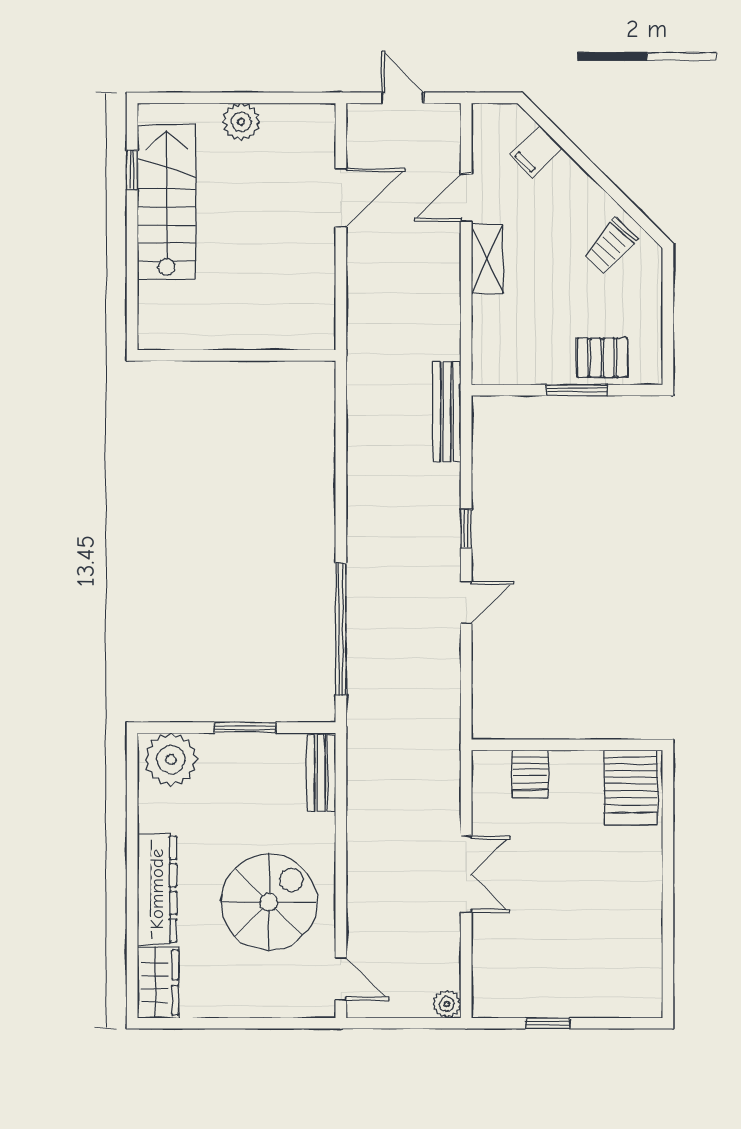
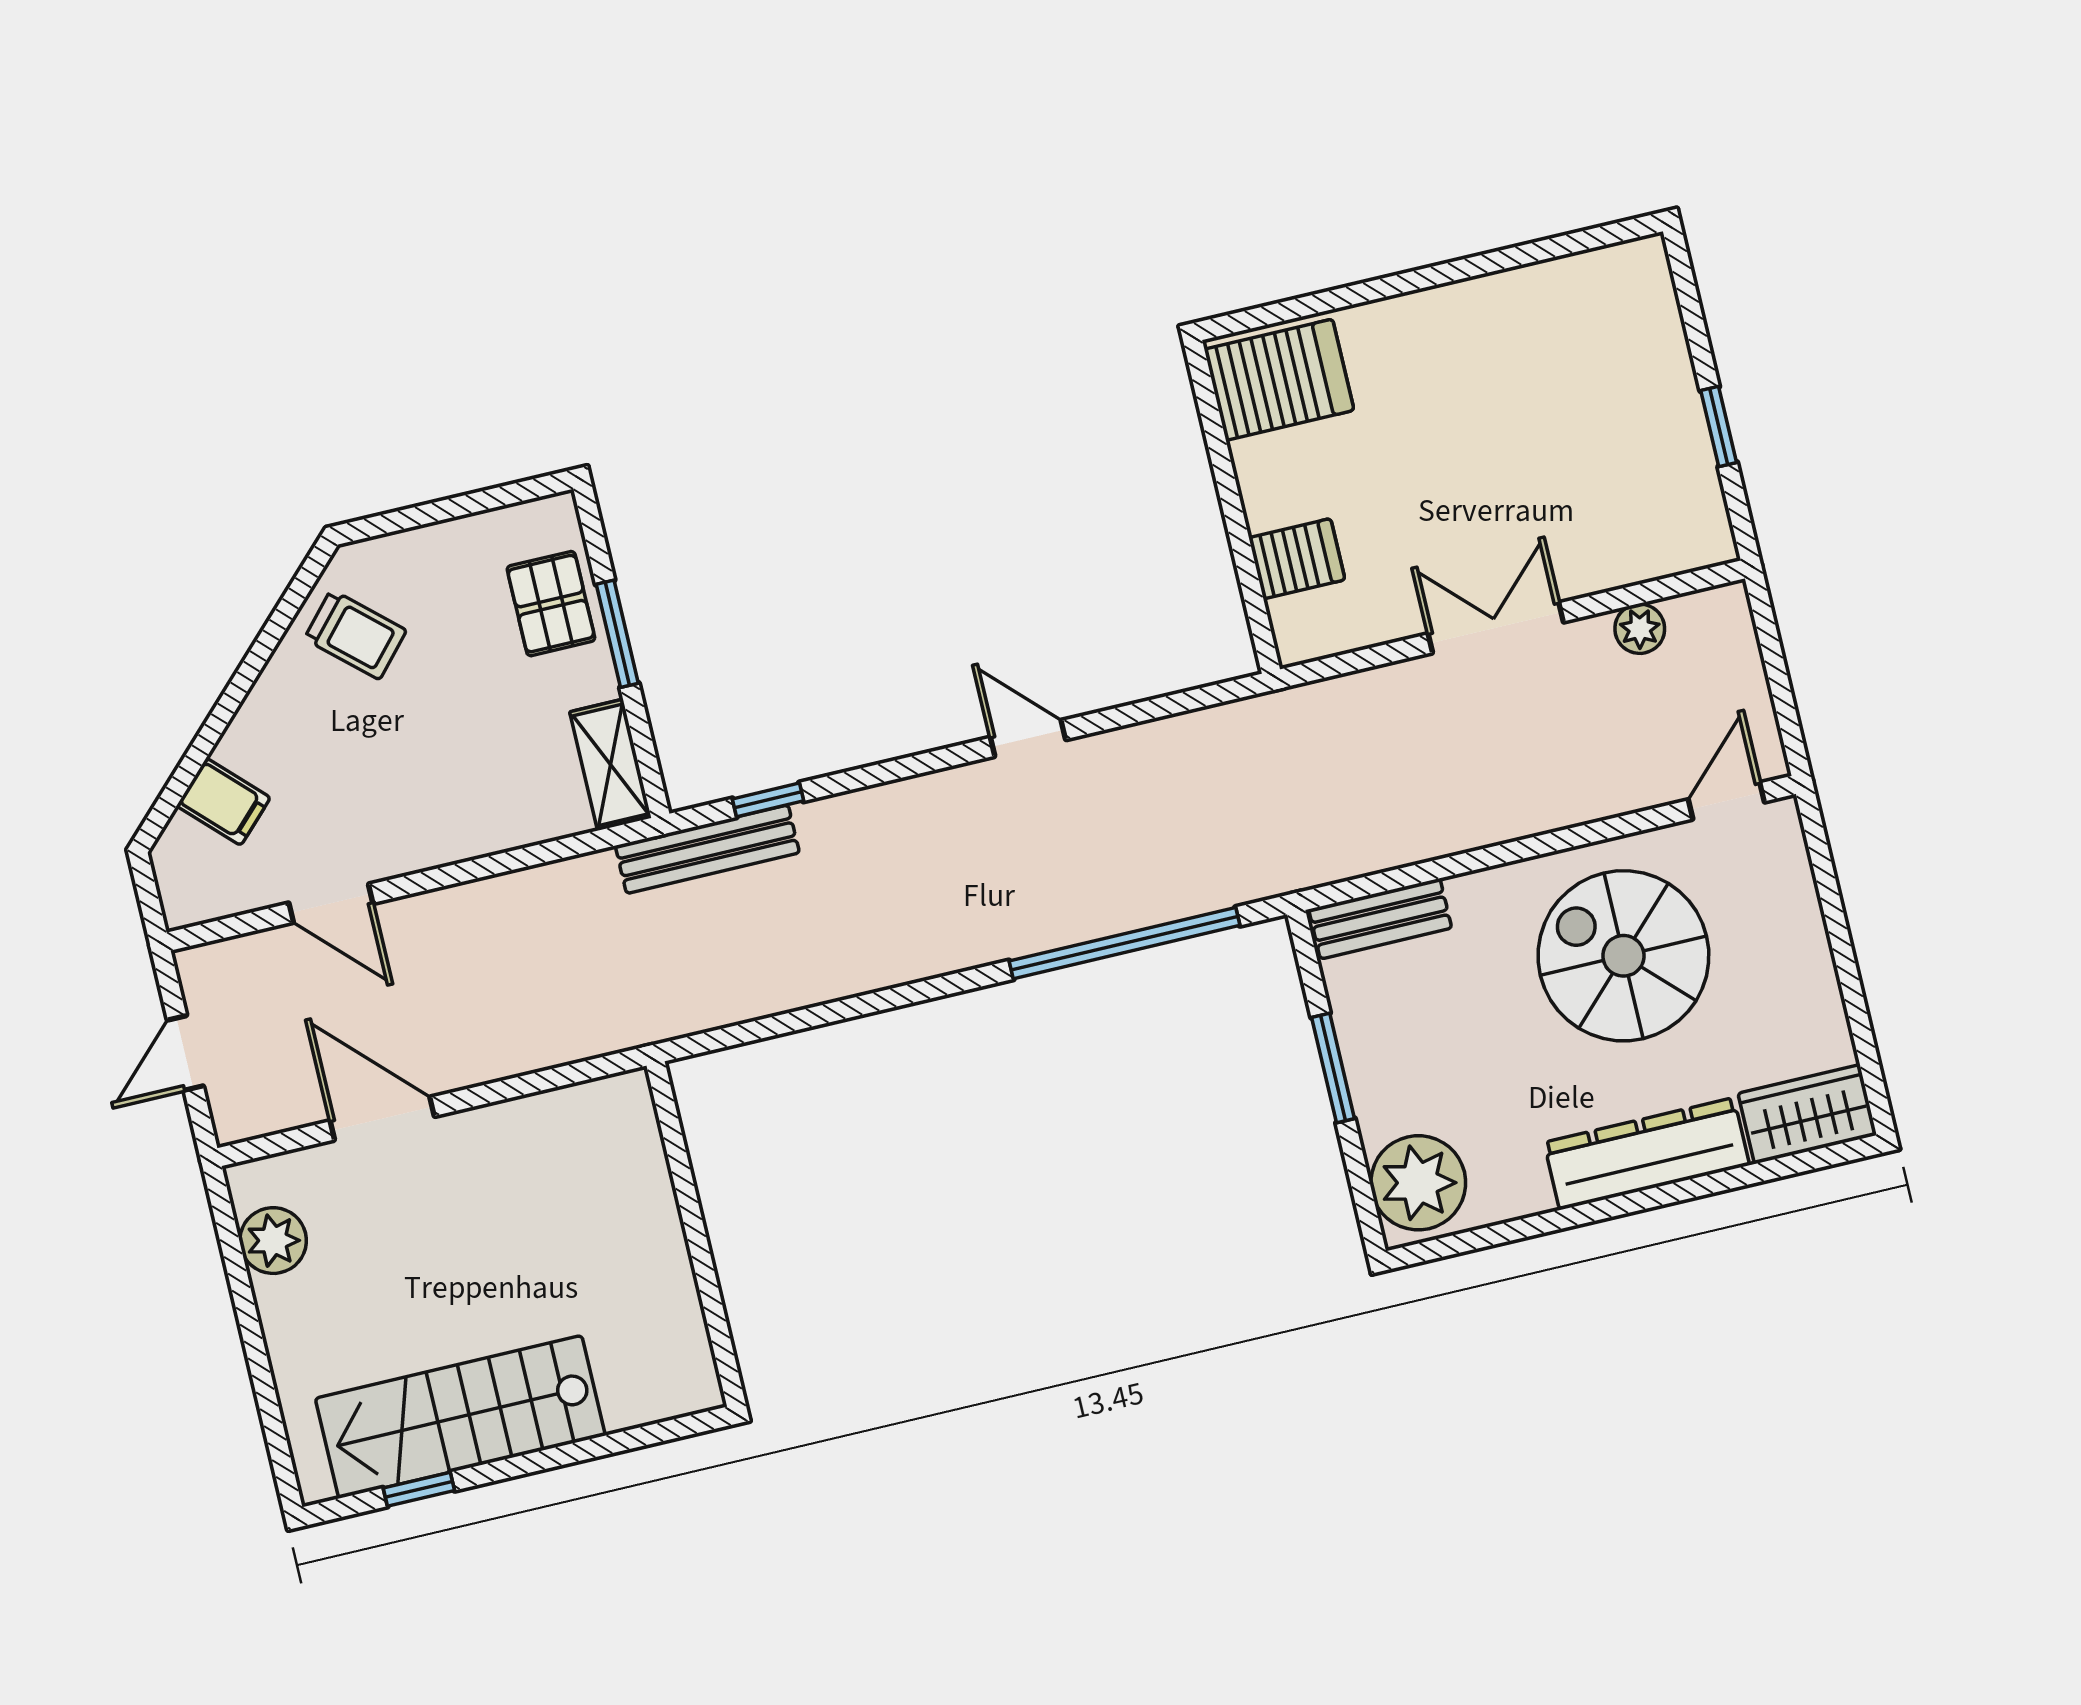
plant: (241, 122) -> (273, 1241), moved
shelving: (487, 259) -> (610, 765), moved, turned 90
window: (466, 529) -> (768, 800), moved
plant: (447, 1004) -> (1640, 629), moved

